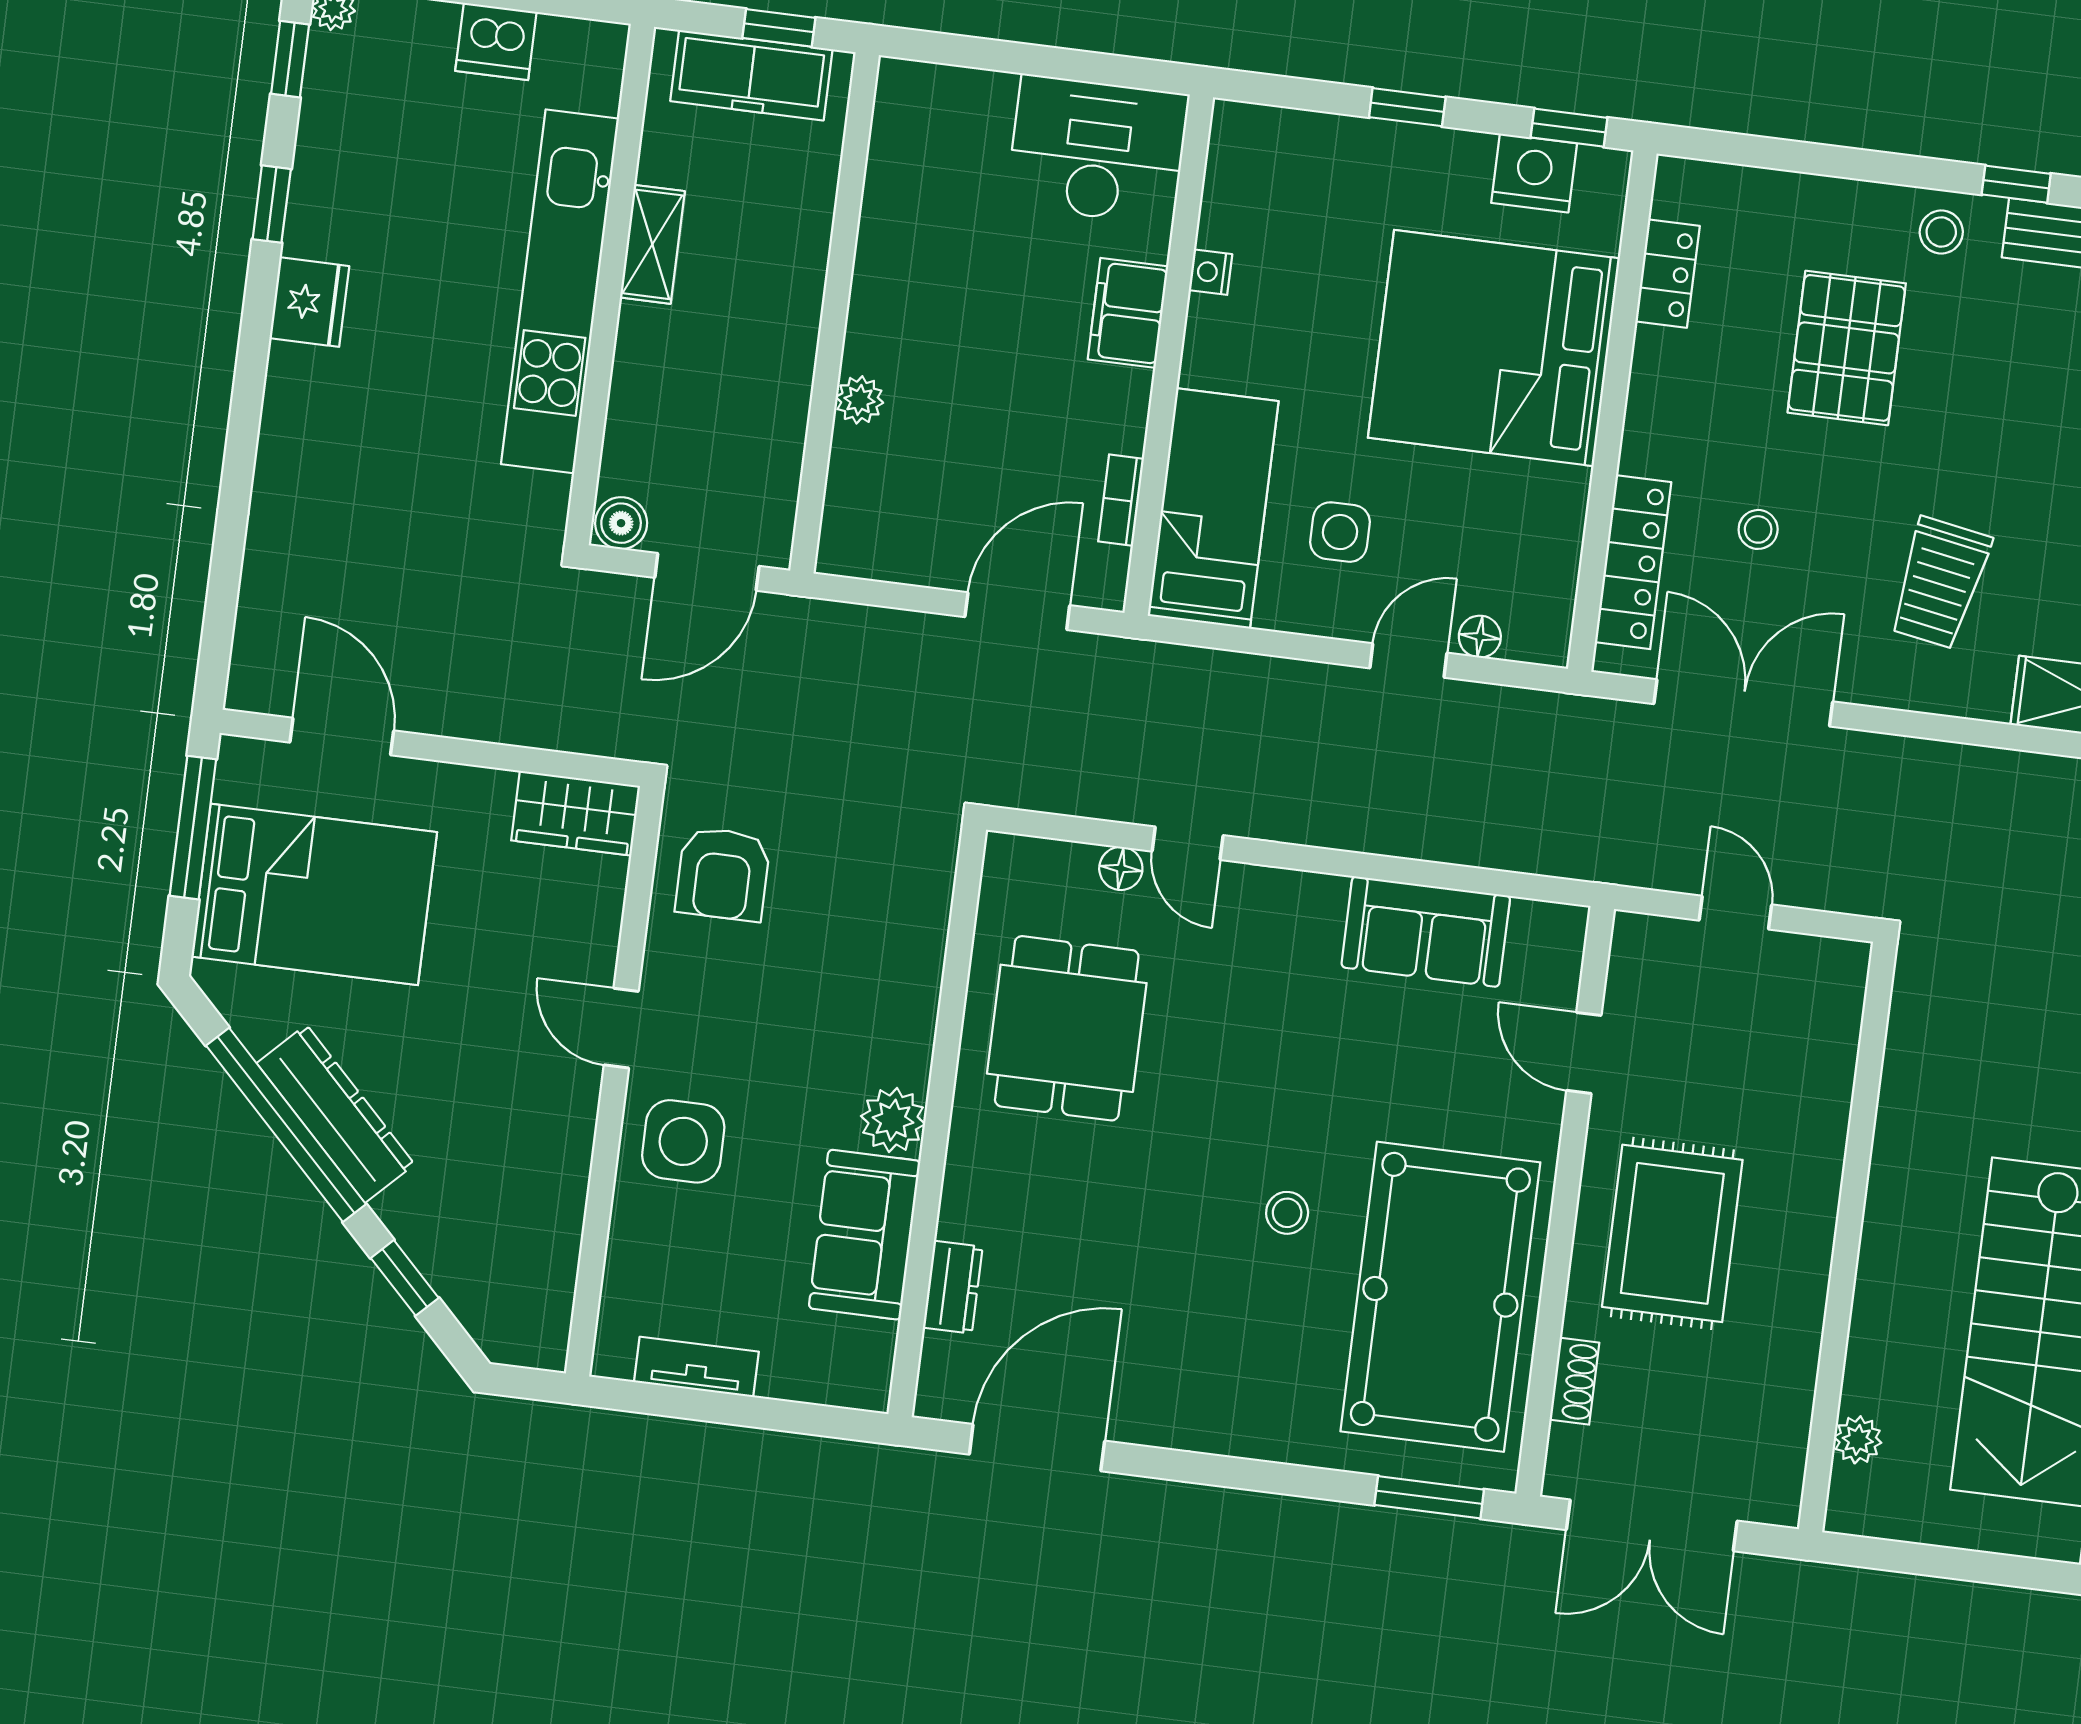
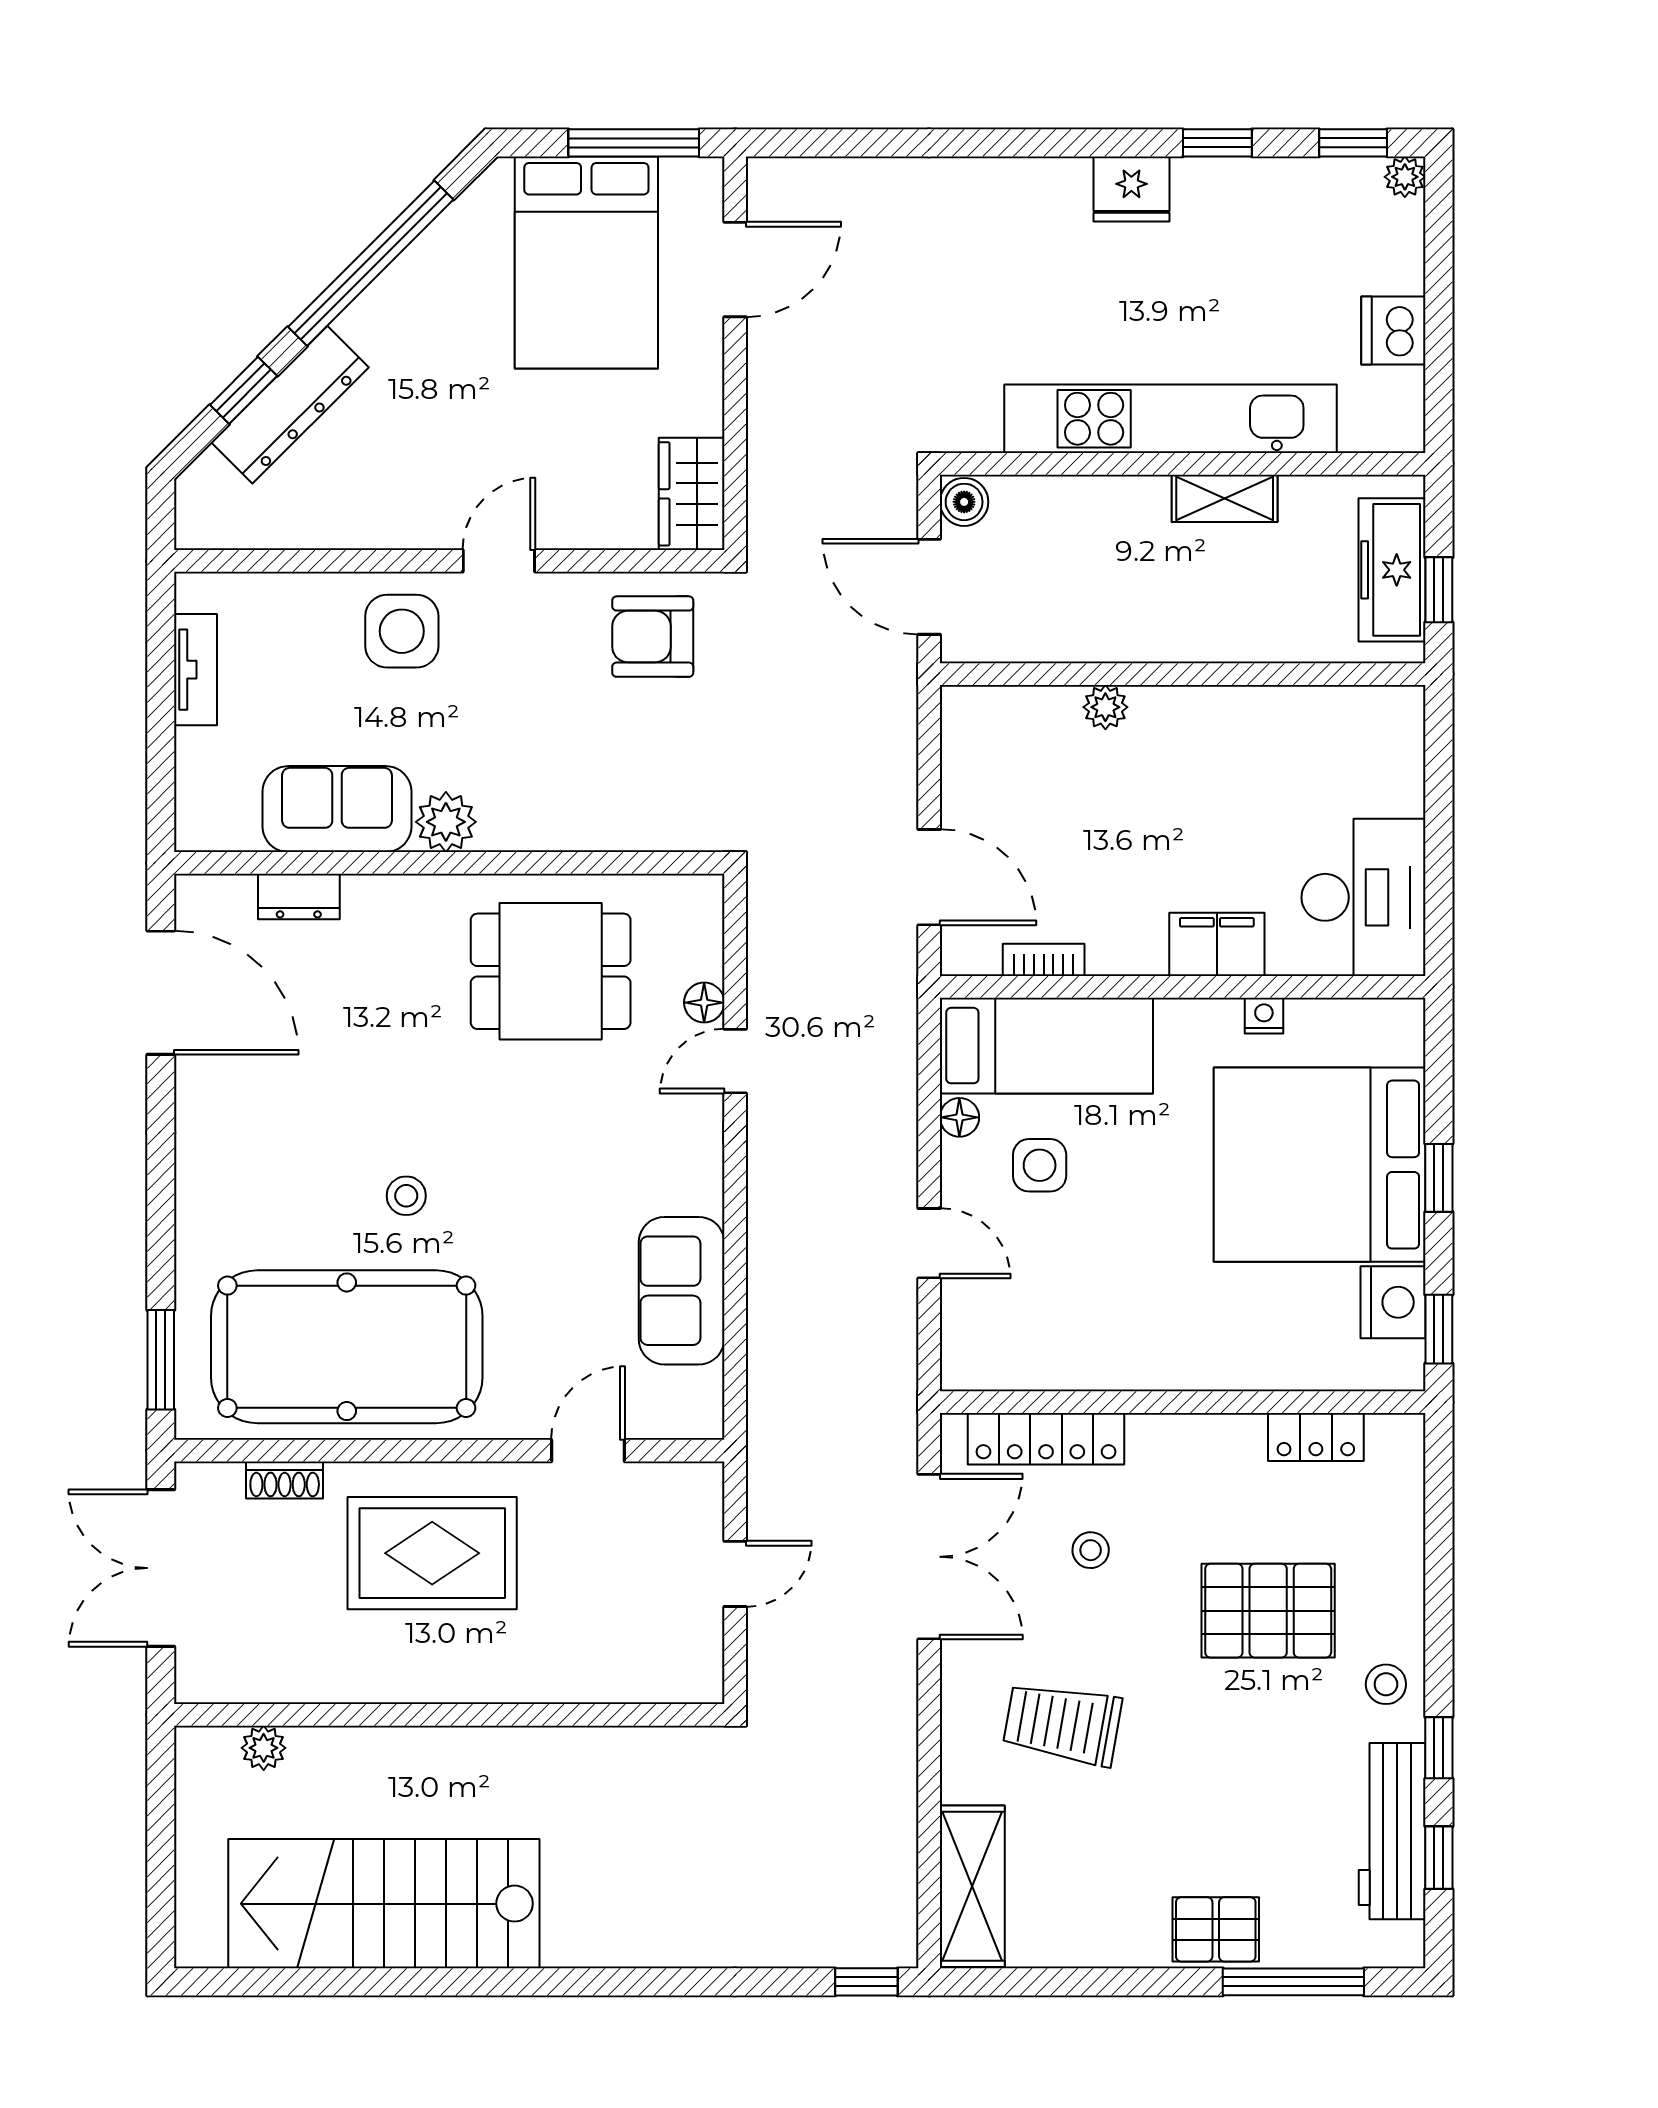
bed: (1494, 348) -> (1320, 1165), moved, turned -90
floor lamp: (1480, 637) -> (959, 1117), moved
dresser: (336, 1114) -> (290, 405), moved

